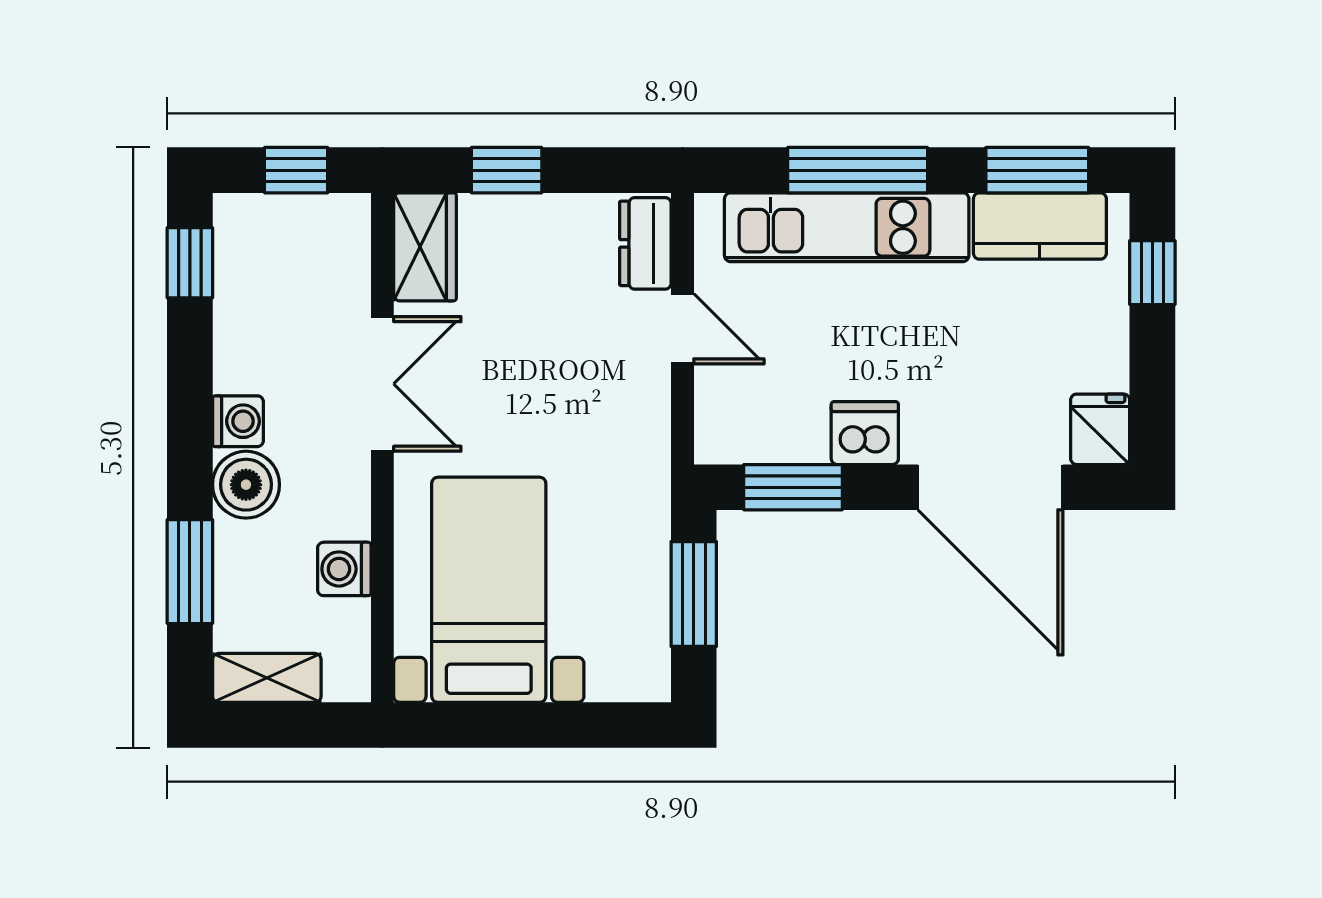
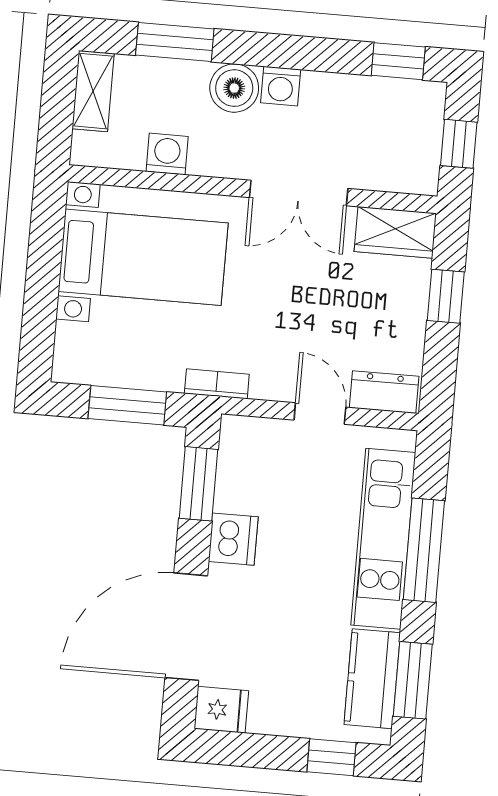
door: (682, 329) -> (320, 414), swing flipped
bookcase: (654, 474) -> (217, 384), added

